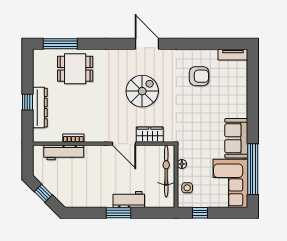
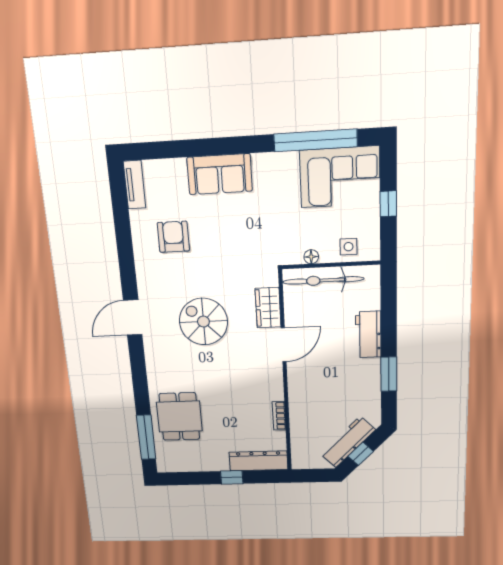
dresser: (40, 108) -> (258, 461), moved
sofa: (236, 138) -> (220, 174), moved
workbench: (64, 152) -> (348, 442), moved, turned -135
window: (119, 213) -> (389, 374), moved
window: (200, 213) -> (388, 204), moved

